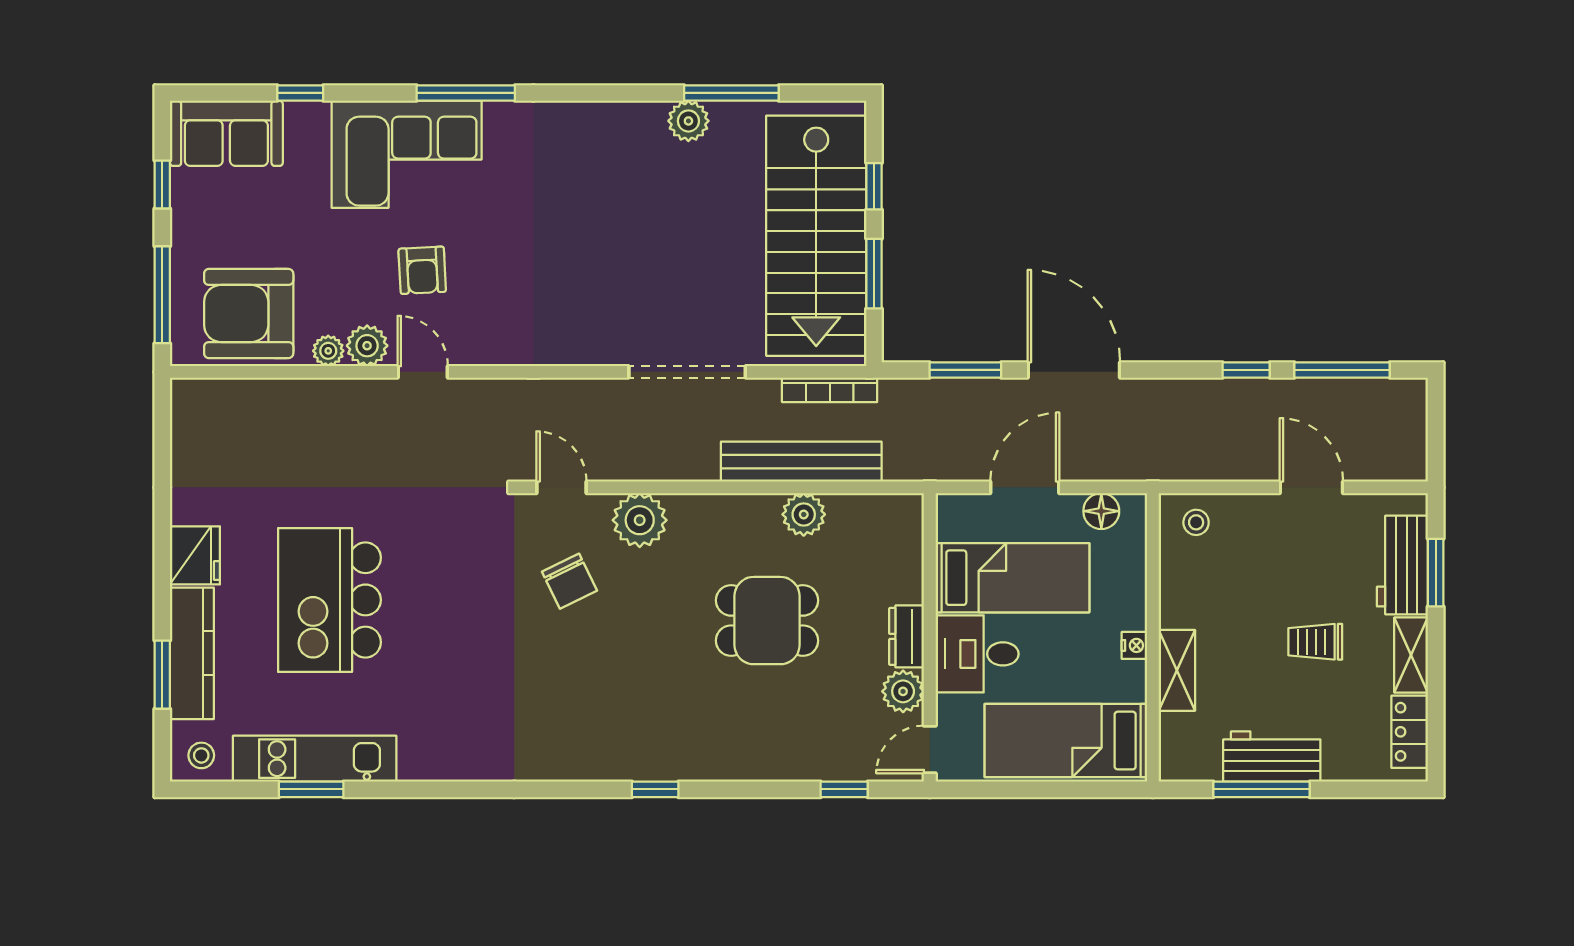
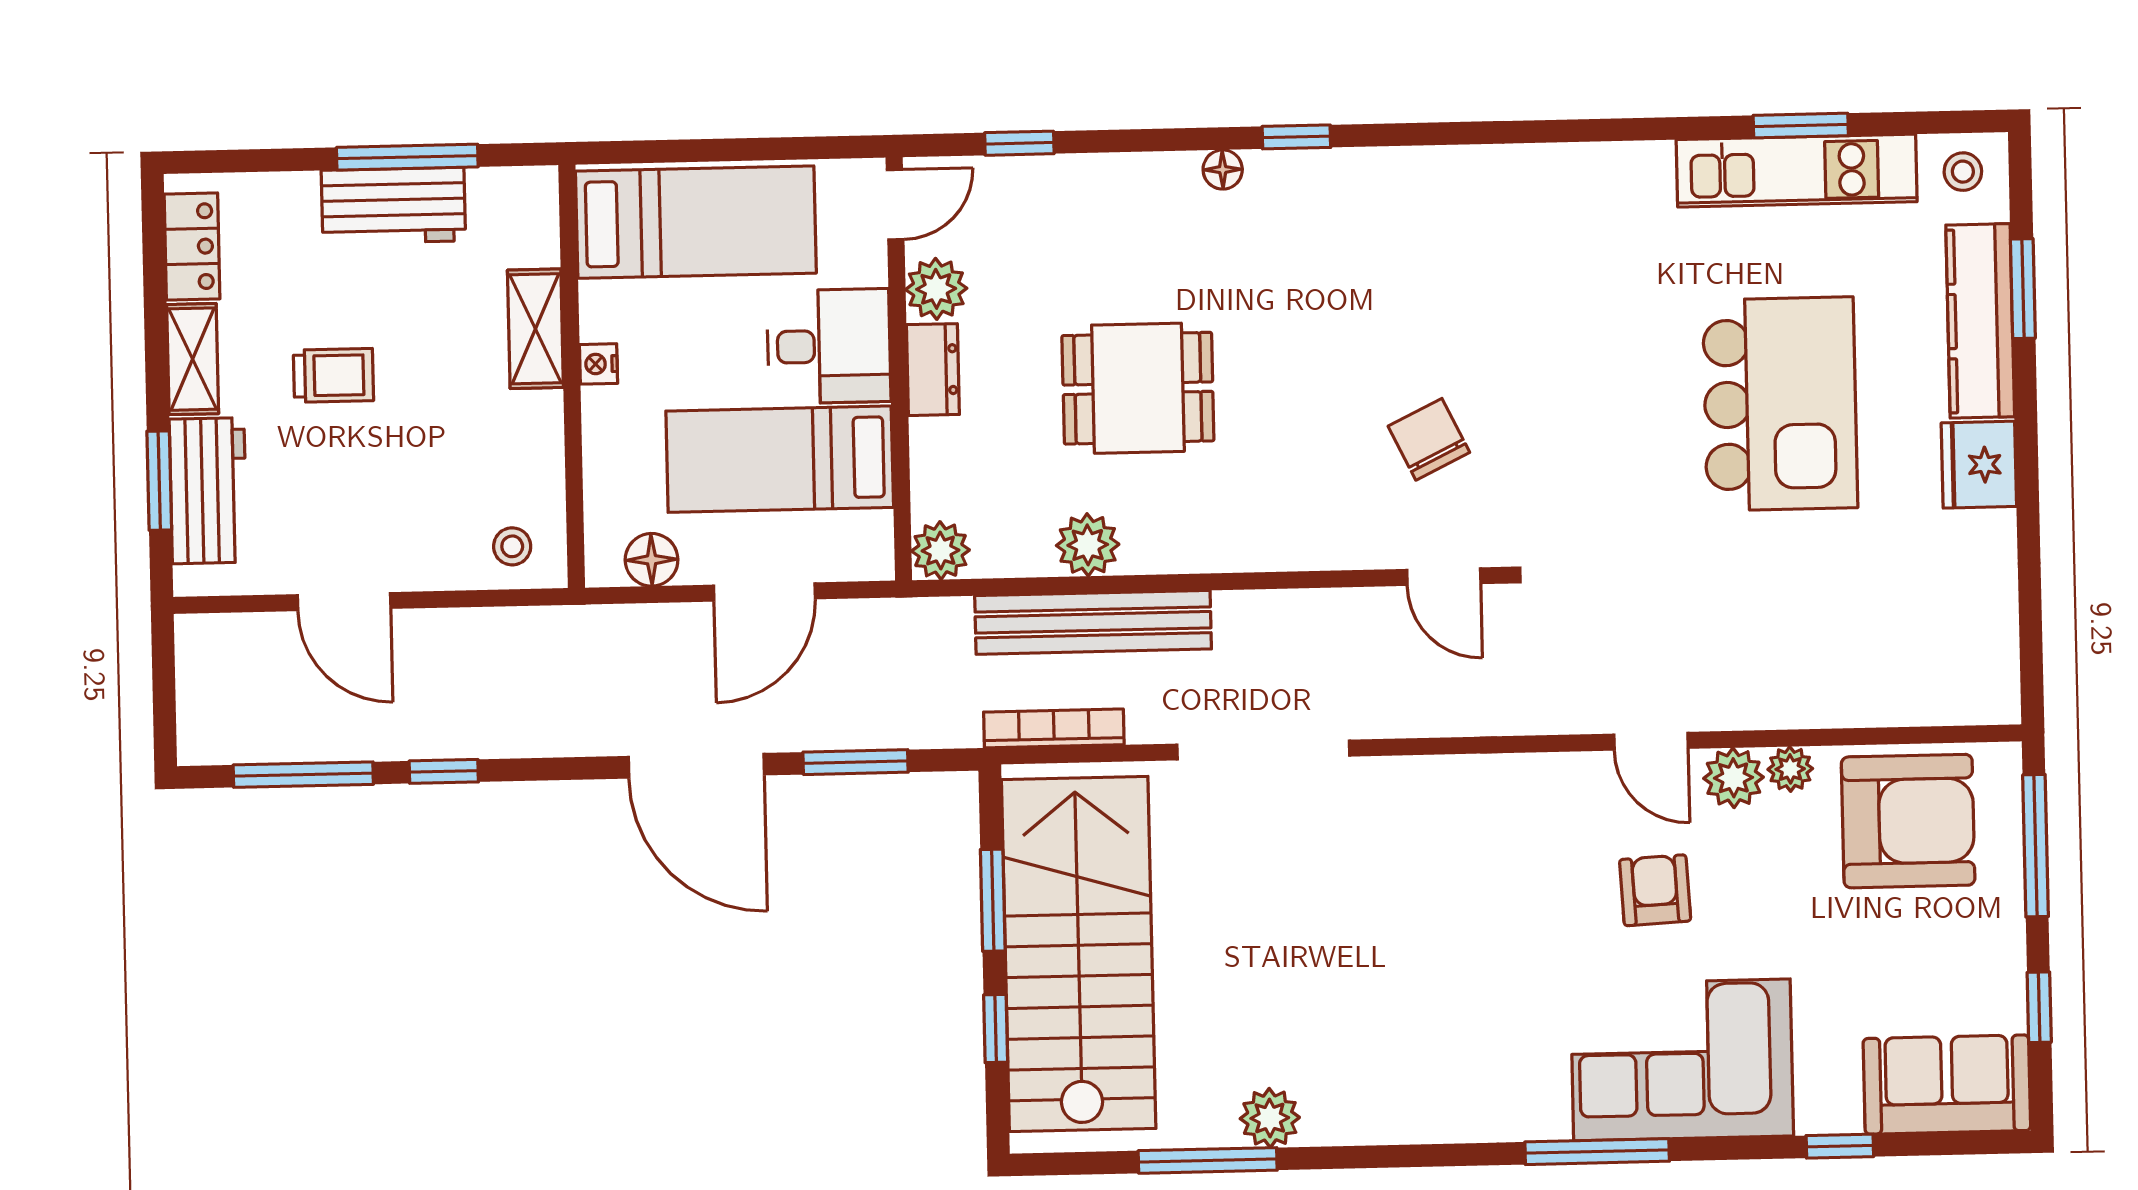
plant: (640, 520) -> (940, 550), moved, width x0.73, depth x0.73
floor lamp: (706, 768) -> (1223, 170), added

